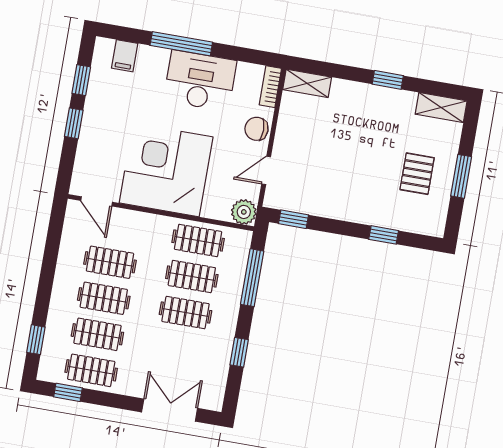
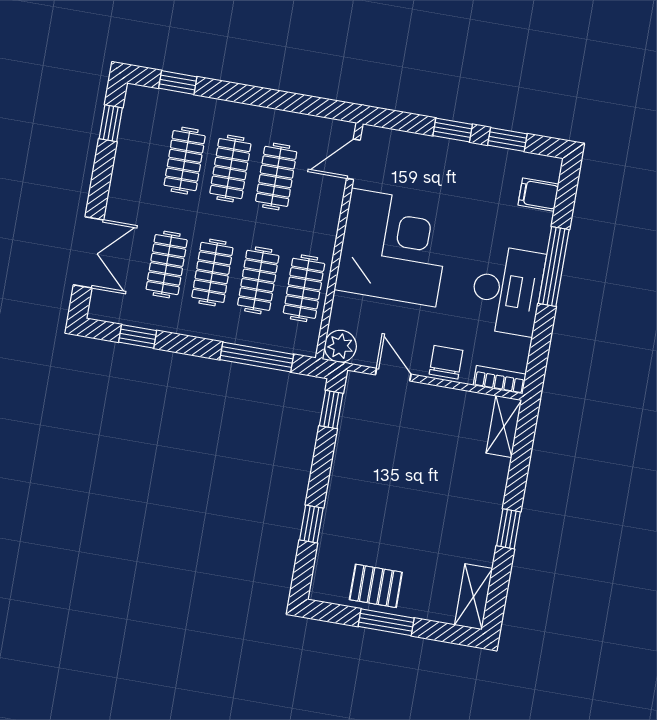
pallet: (417, 174) -> (376, 586), moved
window: (239, 352) -> (138, 336), moved
clothes rail: (91, 370) -> (167, 265), moved

